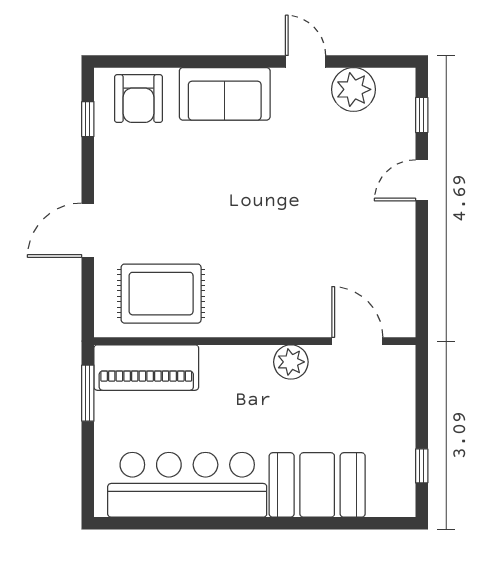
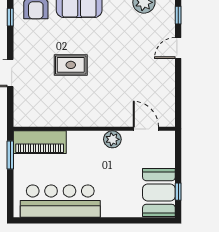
rug: (161, 294) -> (71, 65), moved, width x0.73, depth x0.70
booth: (317, 485) -> (159, 192), moved, turned 90

